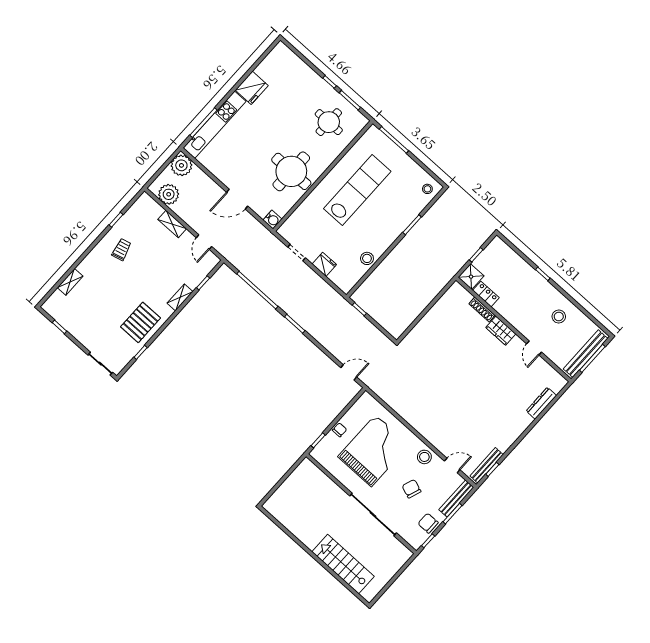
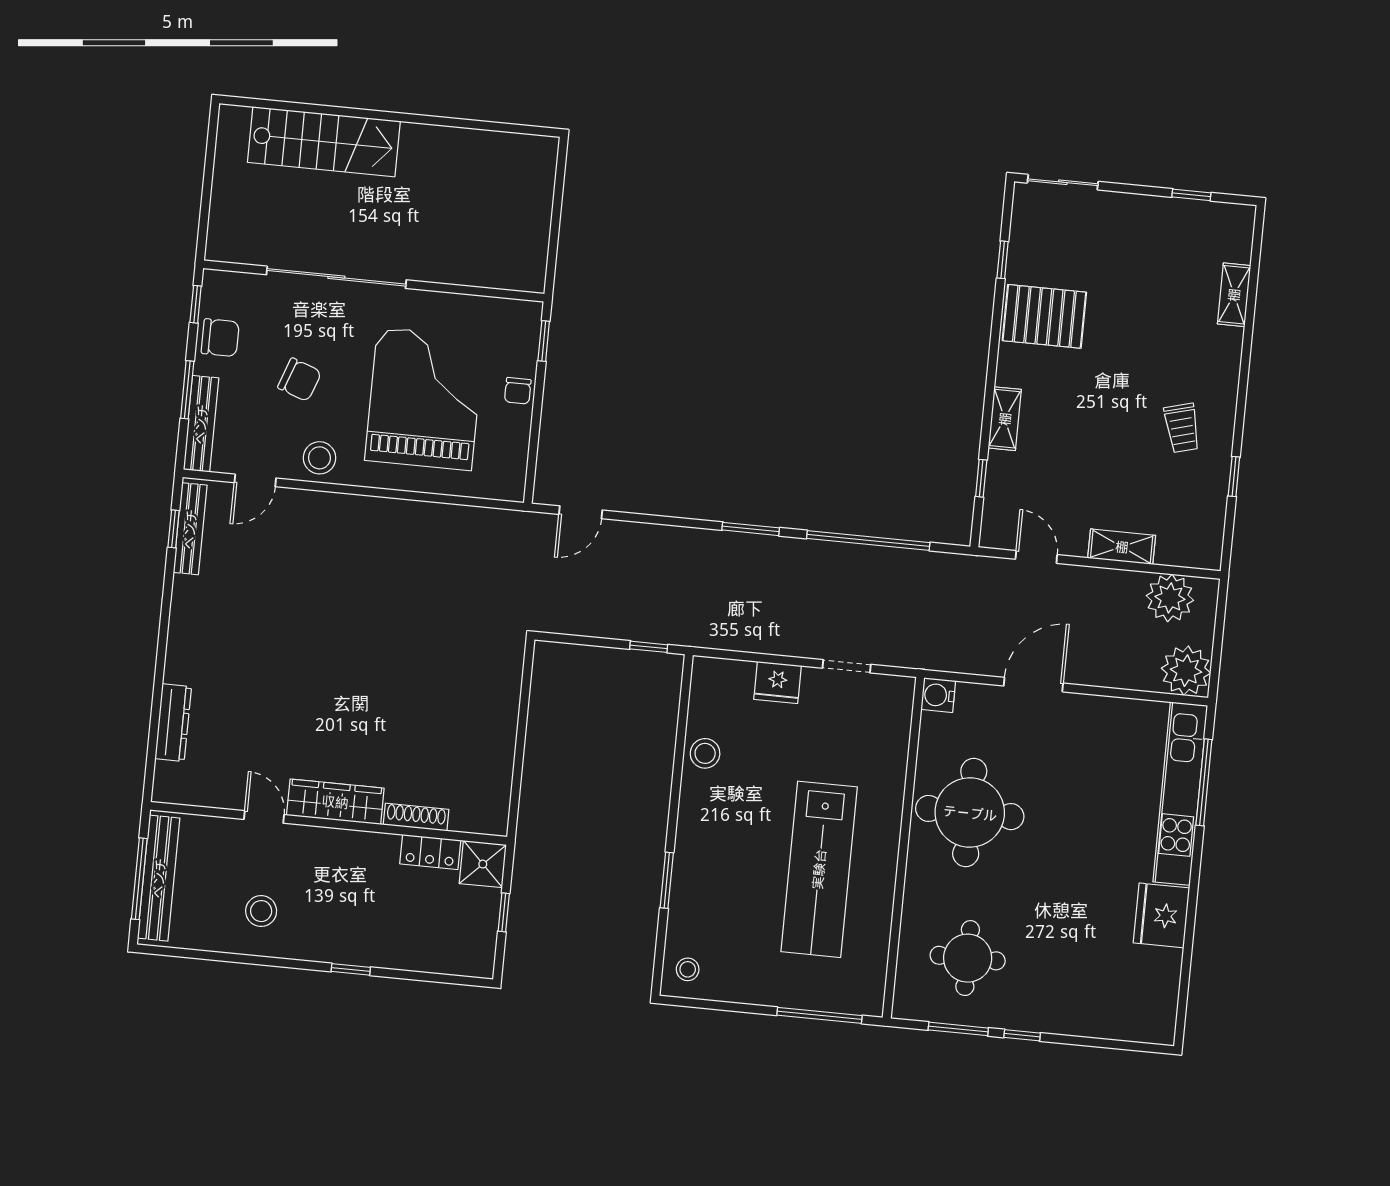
pallet: (141, 322) -> (1044, 316), turned 90
wardrobe: (501, 331) -> (335, 802), width x1.50
grand piano: (374, 451) -> (424, 399), turned 180

